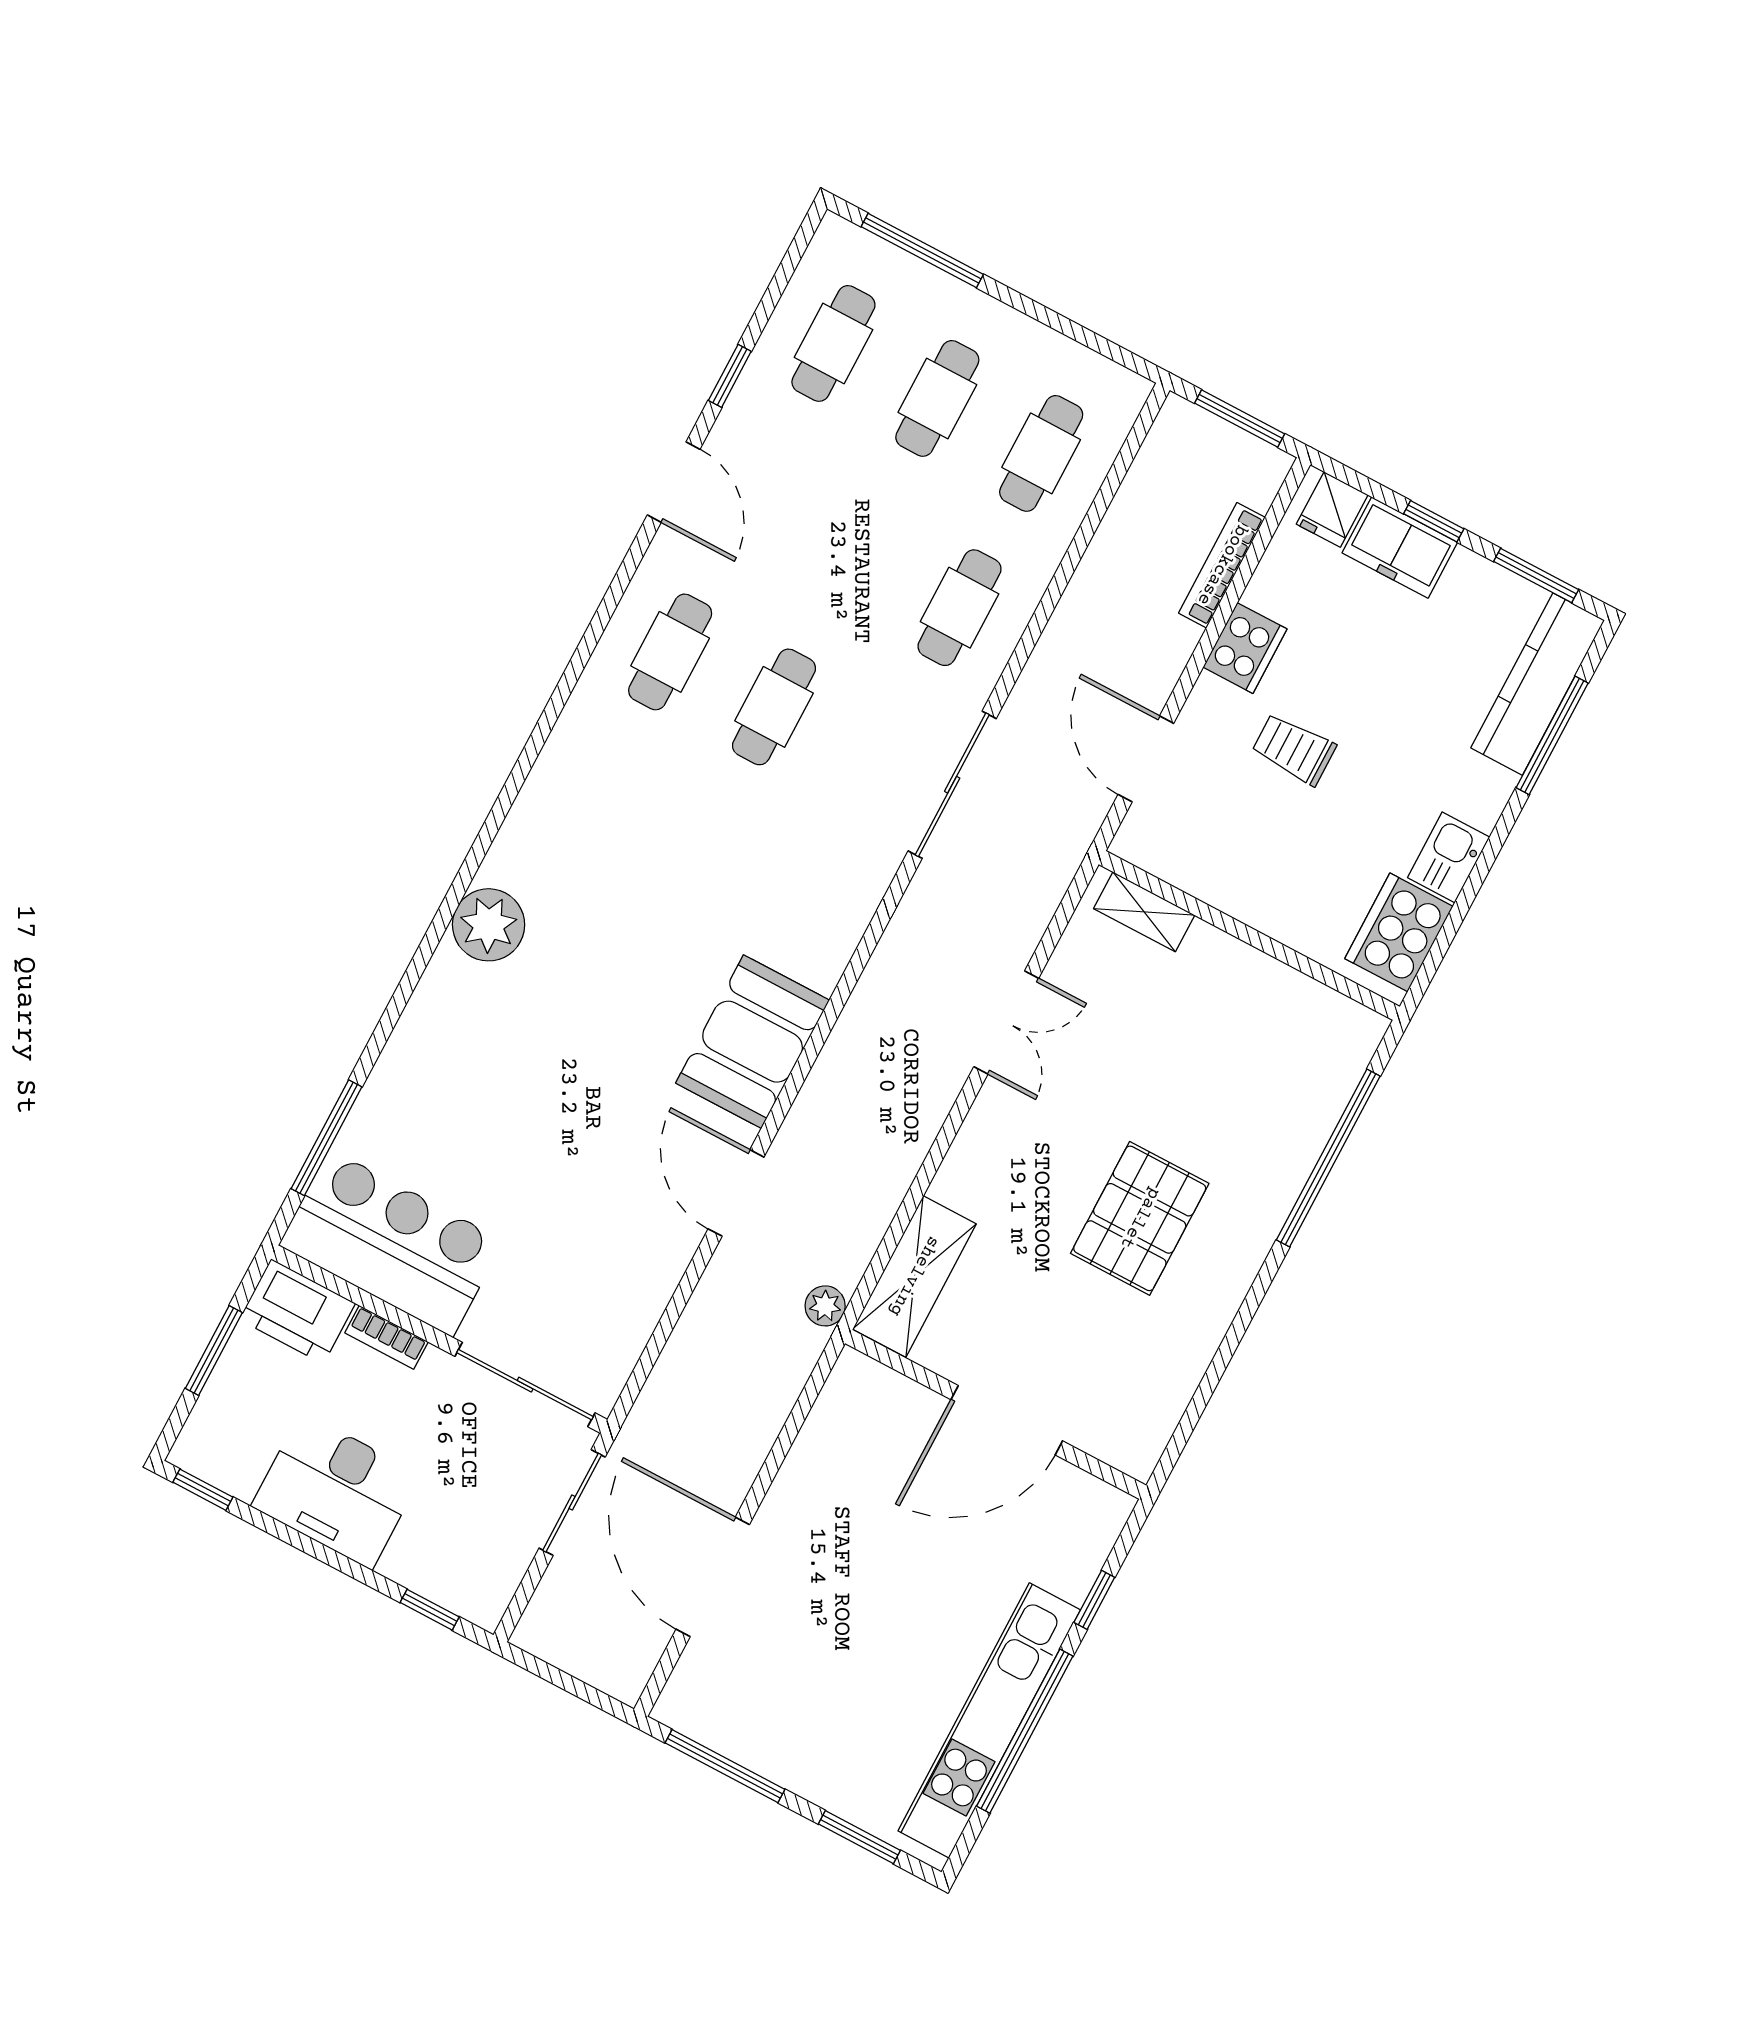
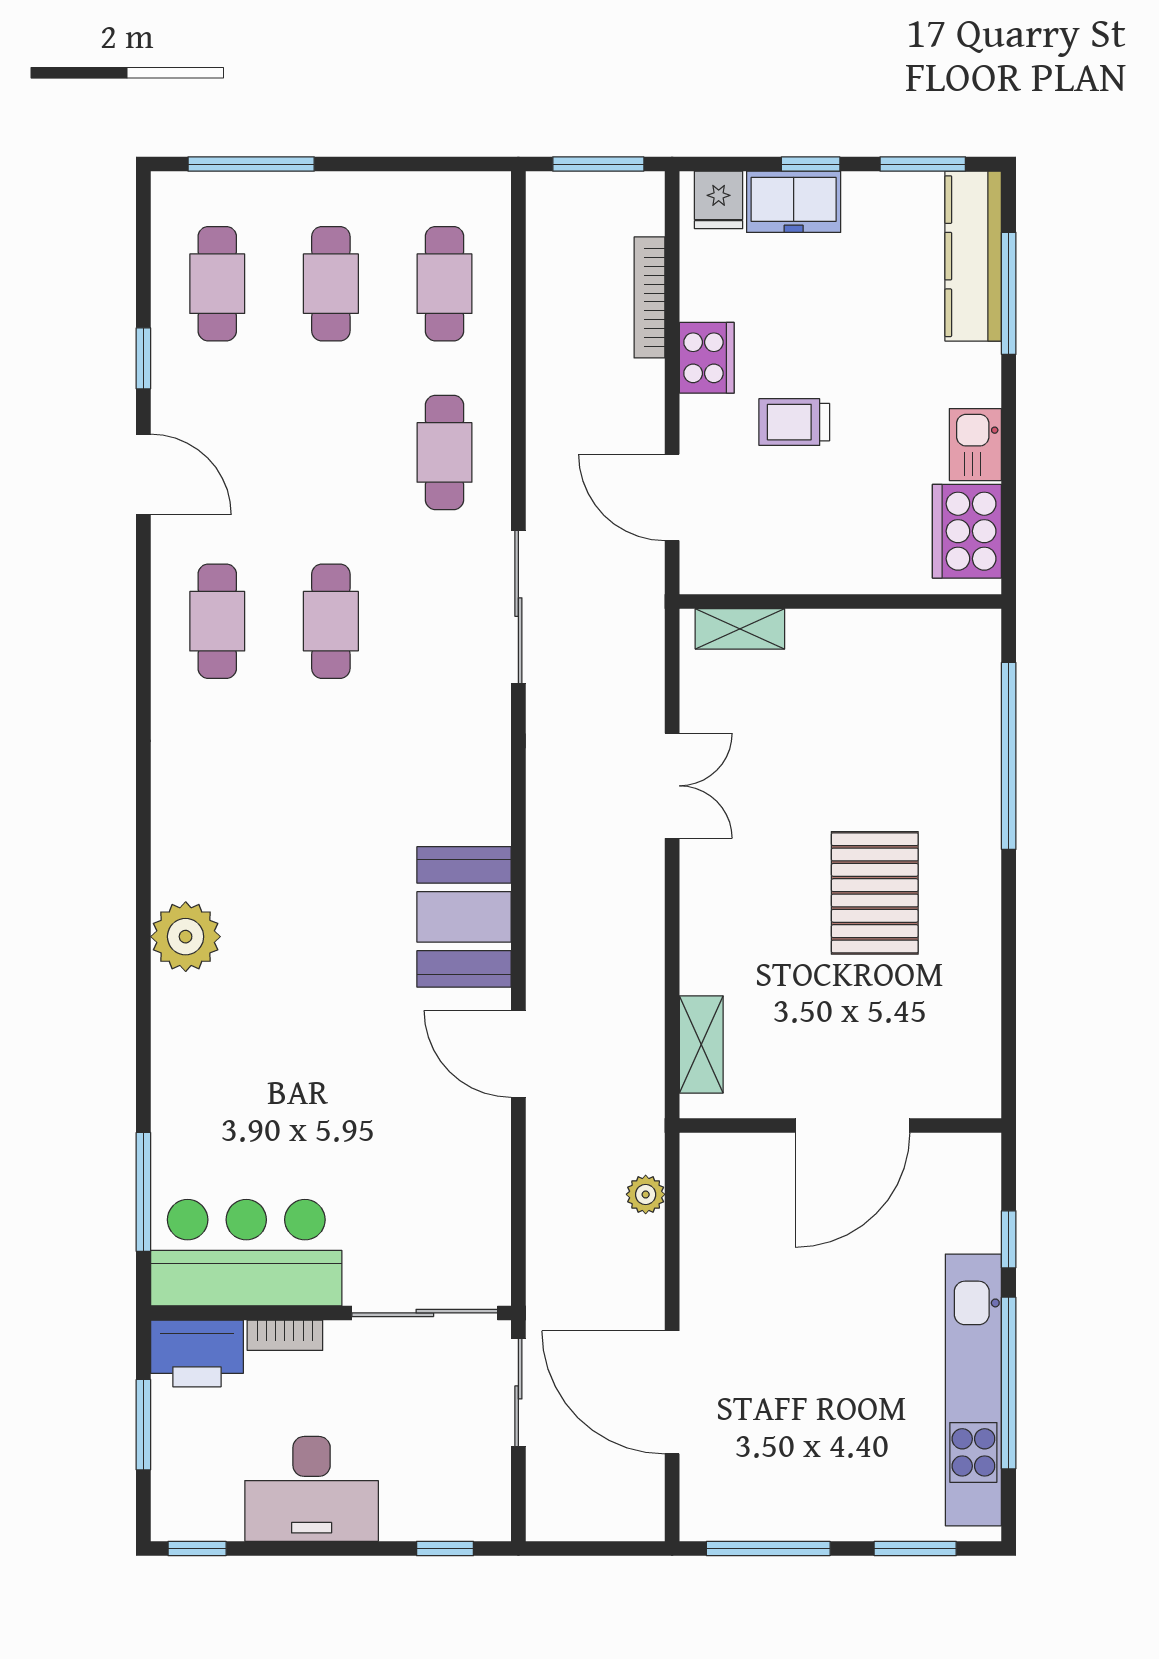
shelving: (914, 1276) -> (701, 1044), width x0.67, depth x0.75
plant: (825, 1306) -> (646, 1194), moved

